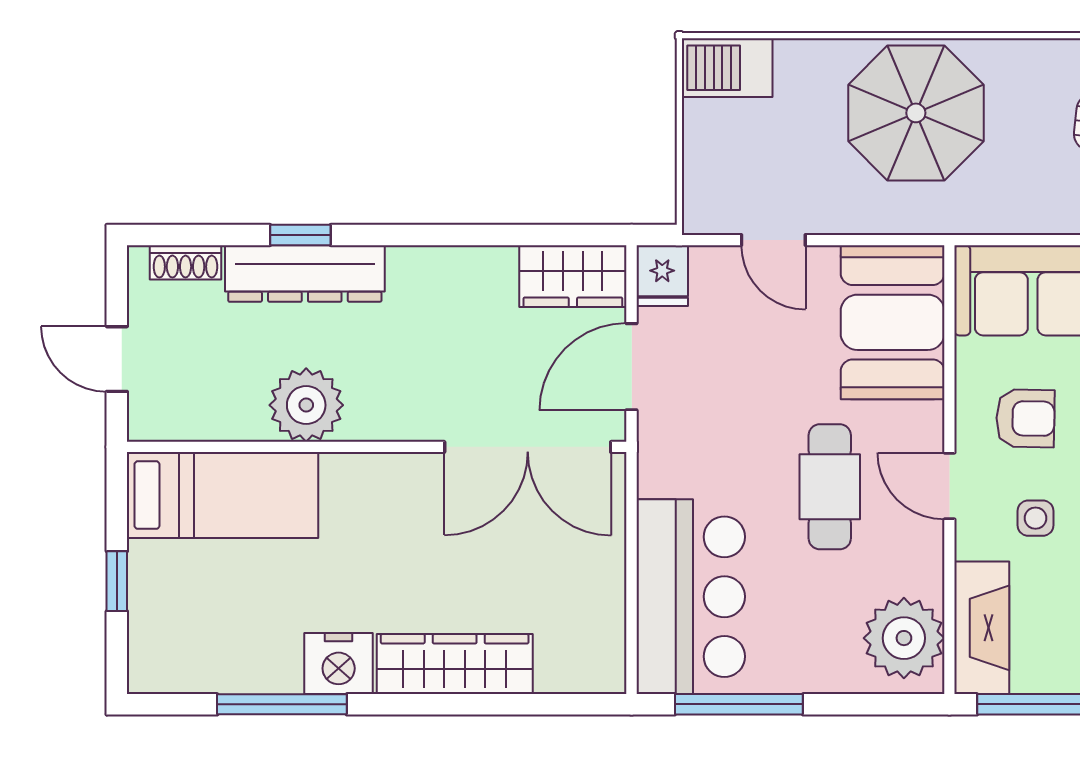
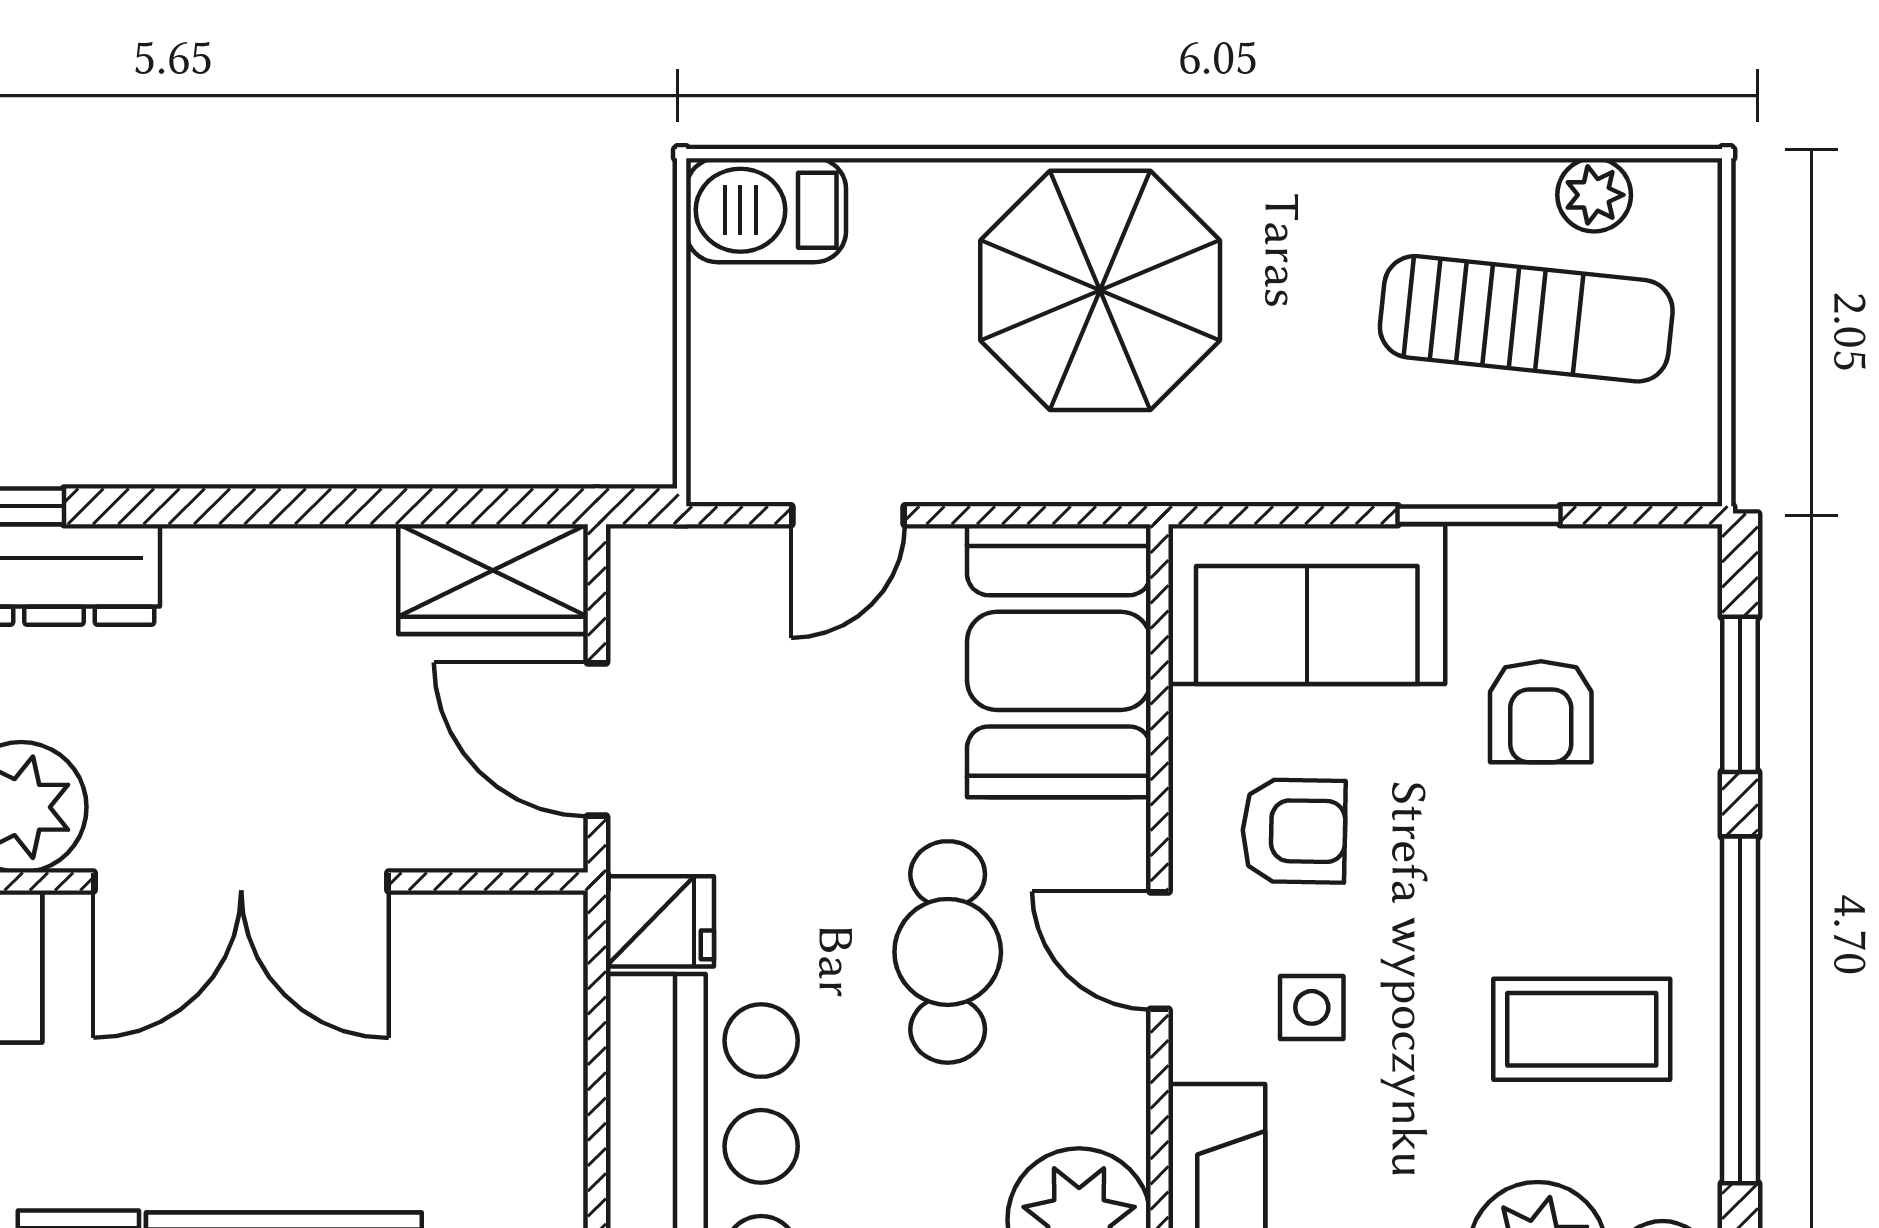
door: (773, 240) -> (848, 515), hinge flipped
fridge: (662, 276) -> (660, 921), moved, turned -90
door: (632, 367) -> (597, 740), hinge flipped
double door: (528, 447) -> (241, 881), moved

